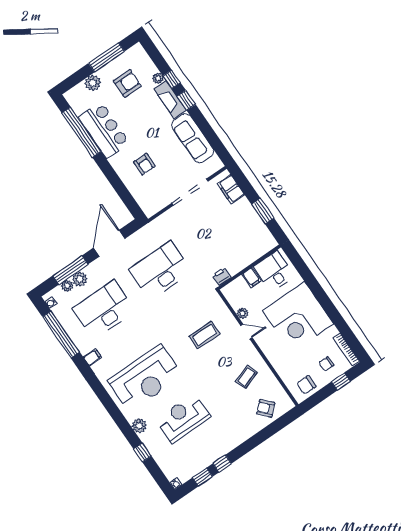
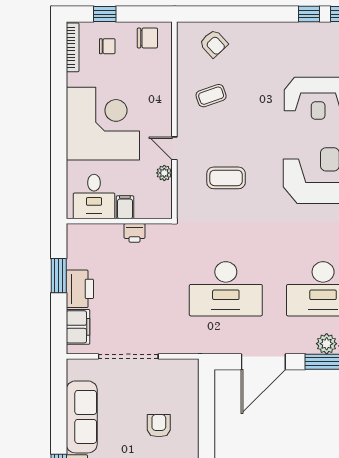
printer: (245, 212) -> (80, 289), added
printer: (221, 276) -> (135, 233), moved

